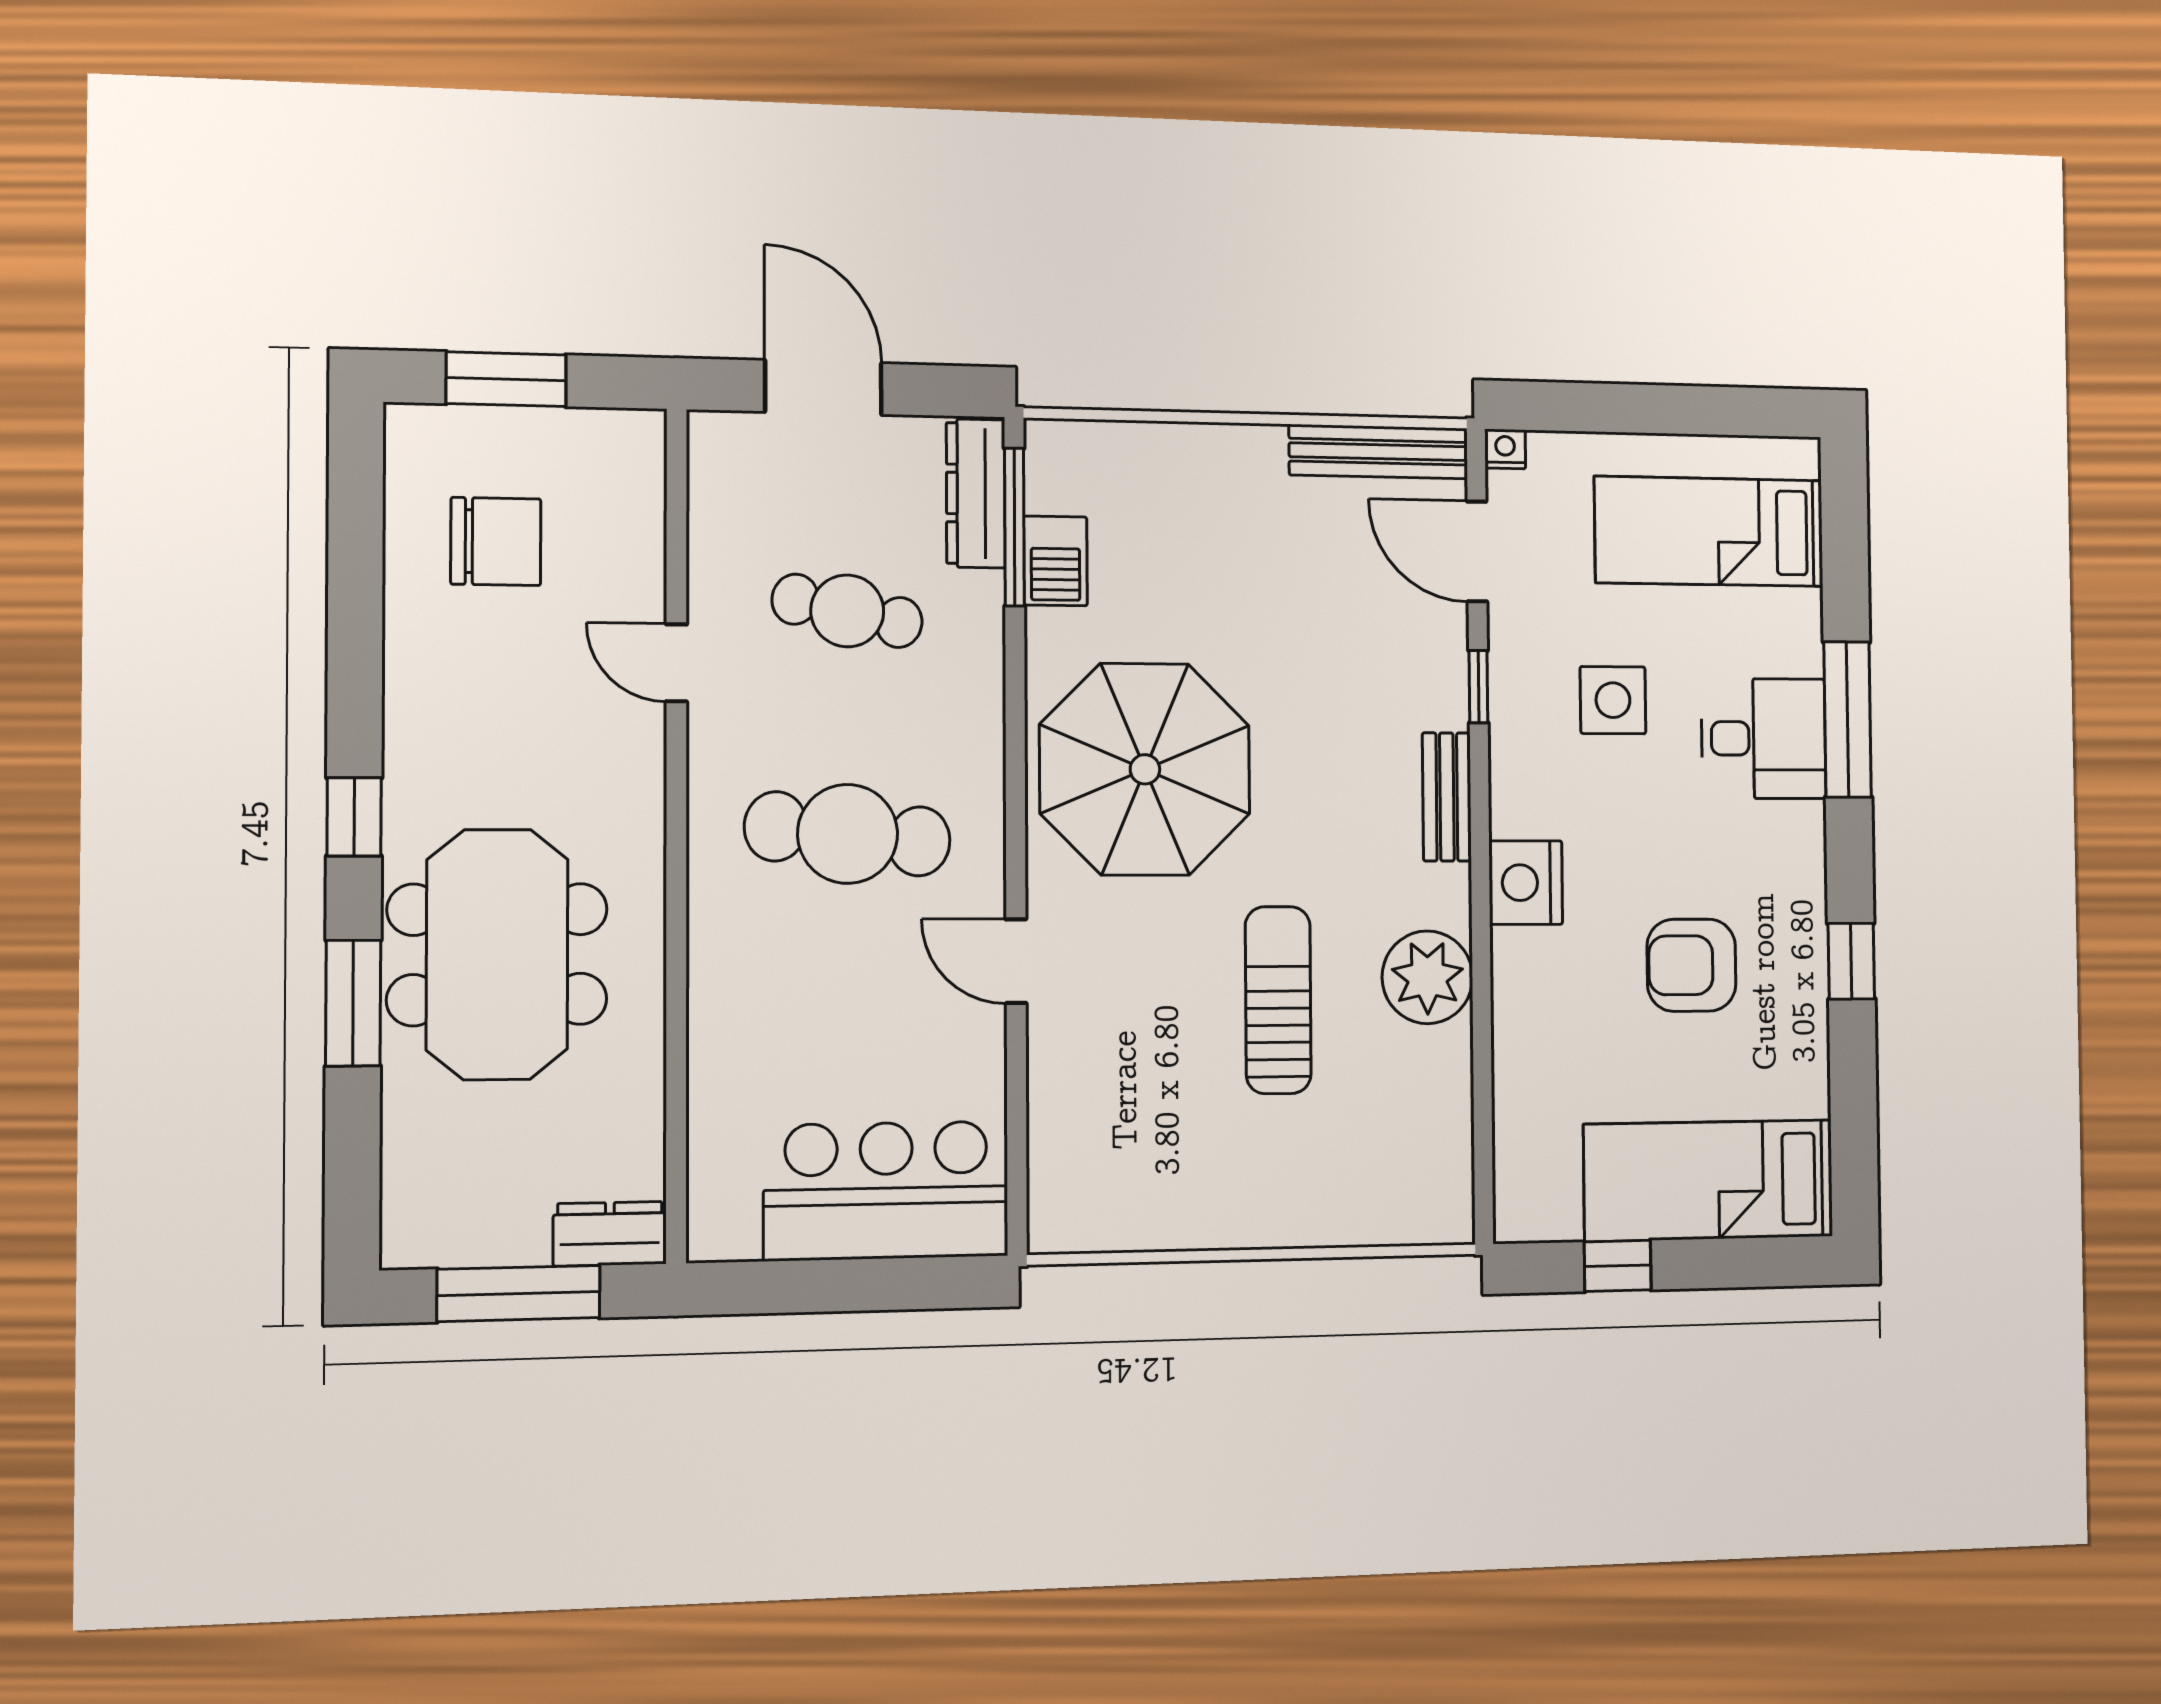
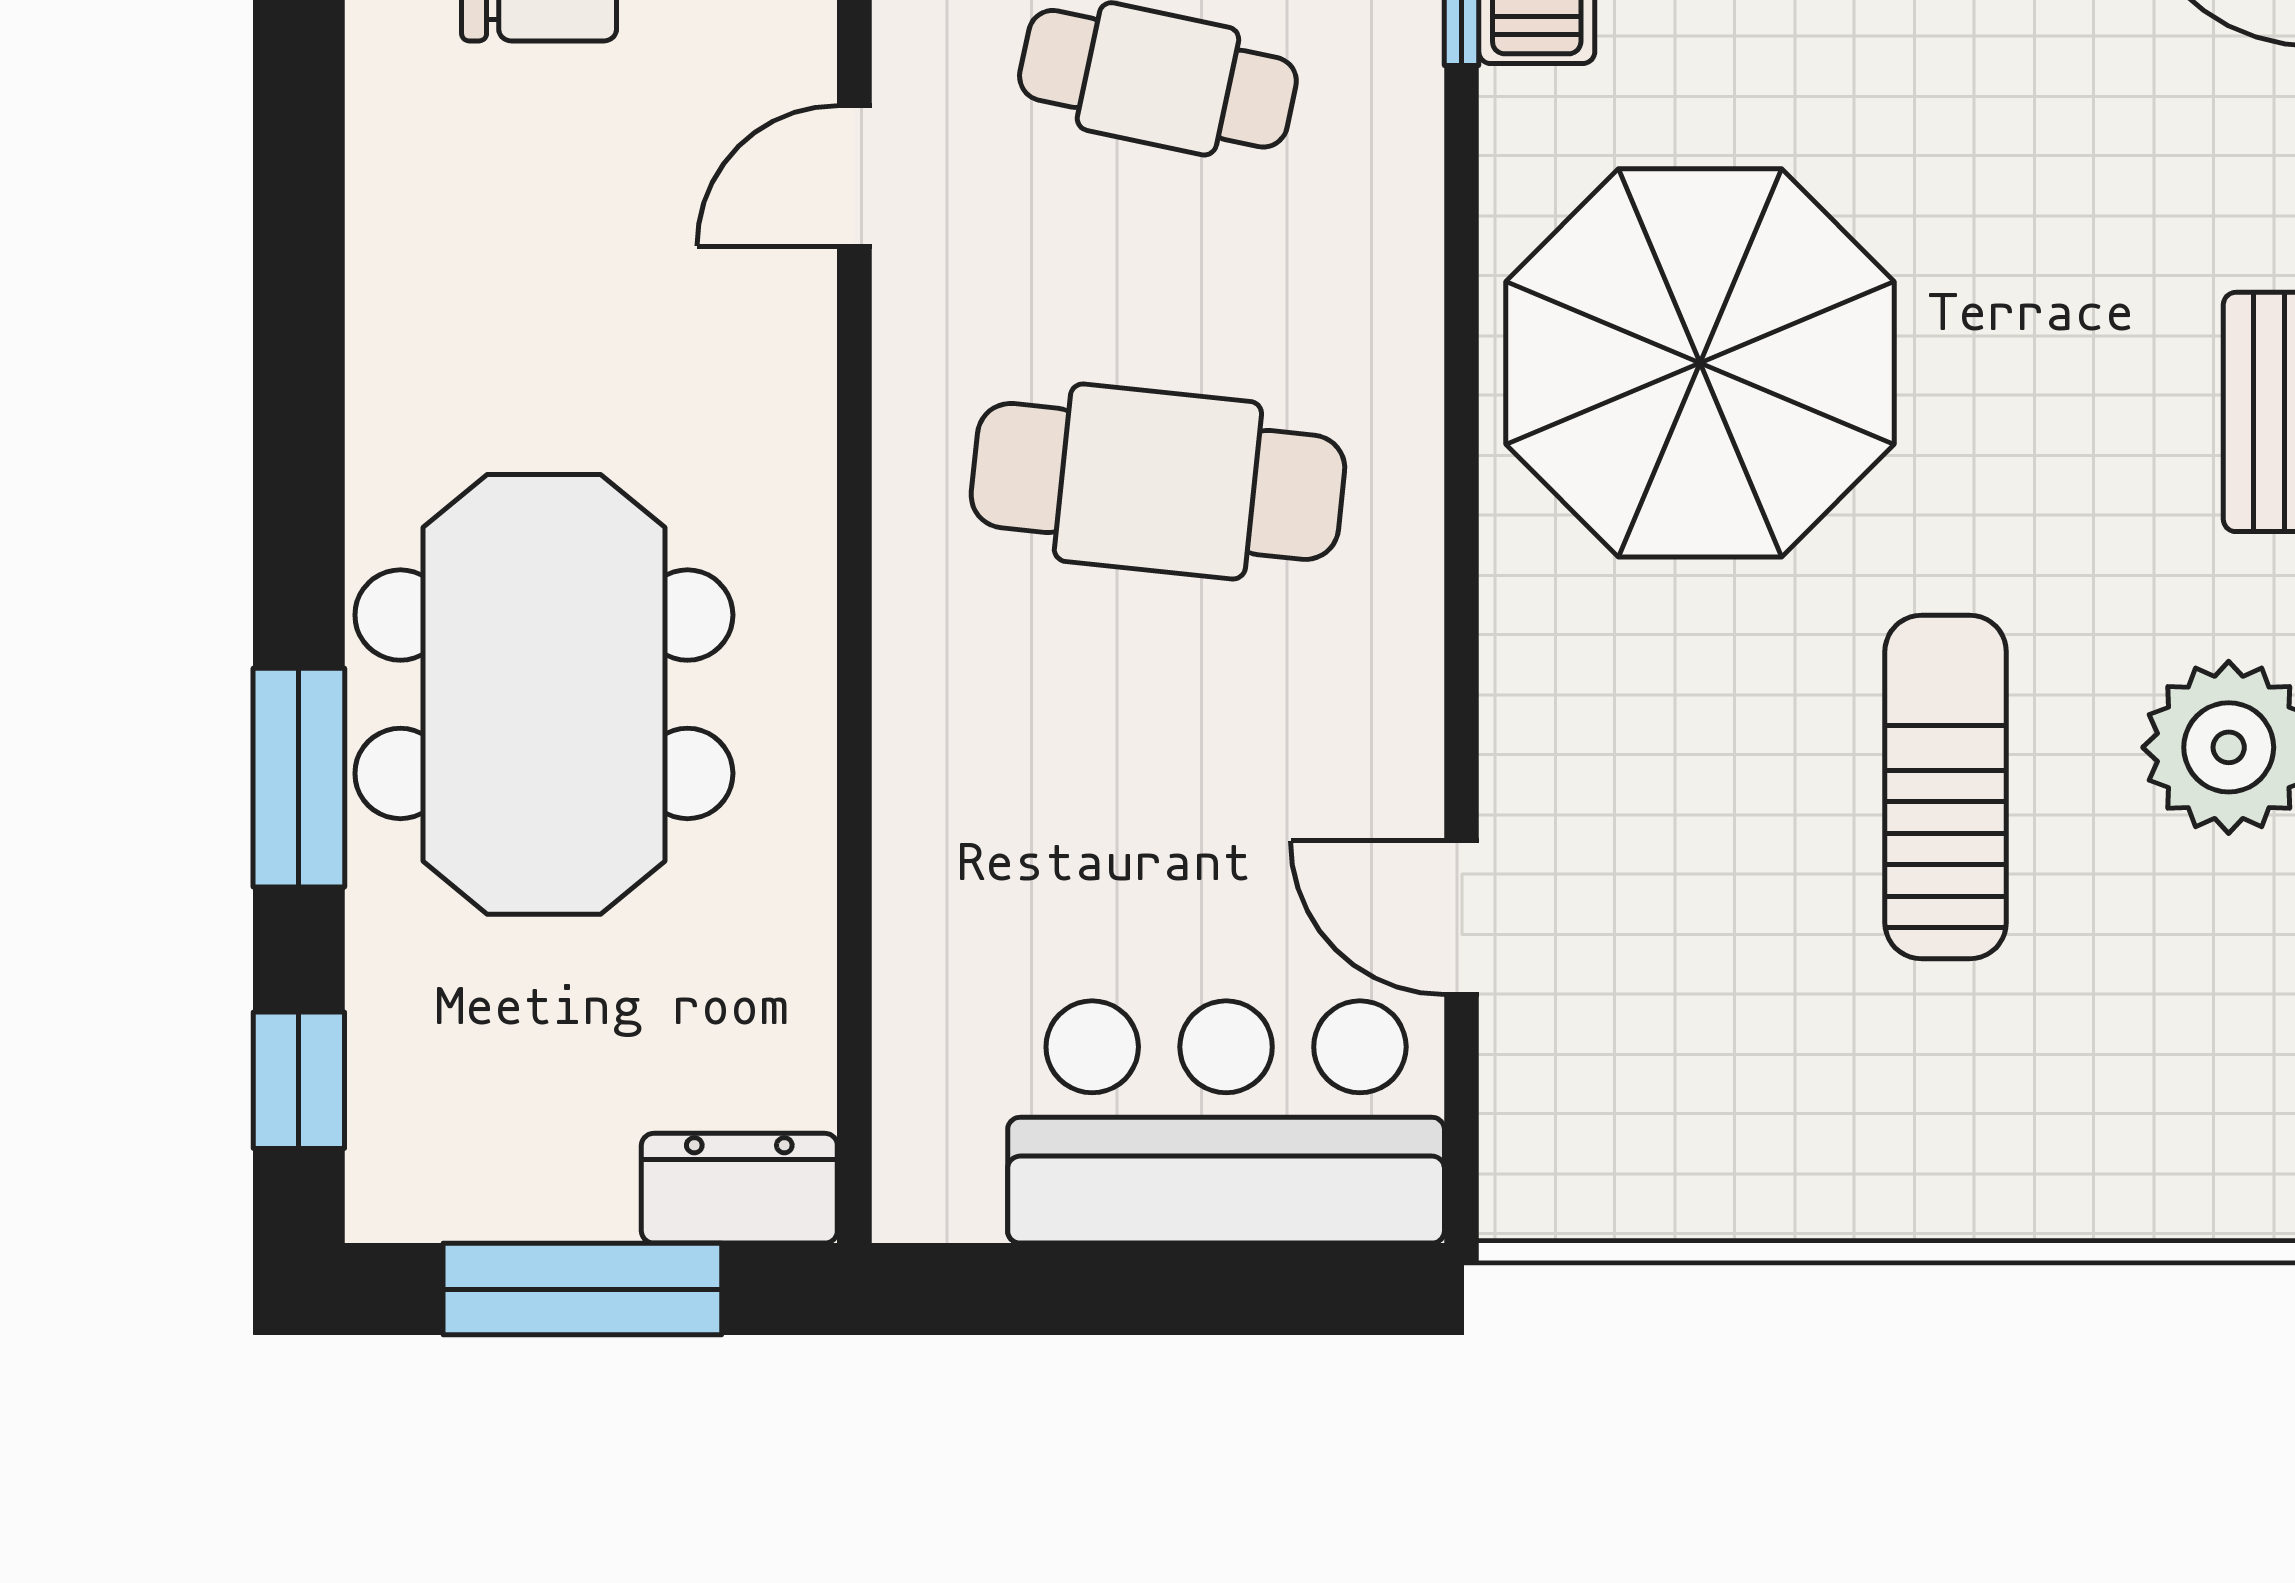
door: (676, 663) -> (854, 176), hinge flipped
window: (354, 817) -> (299, 1080), moved
door: (1016, 961) -> (1462, 918), moved

